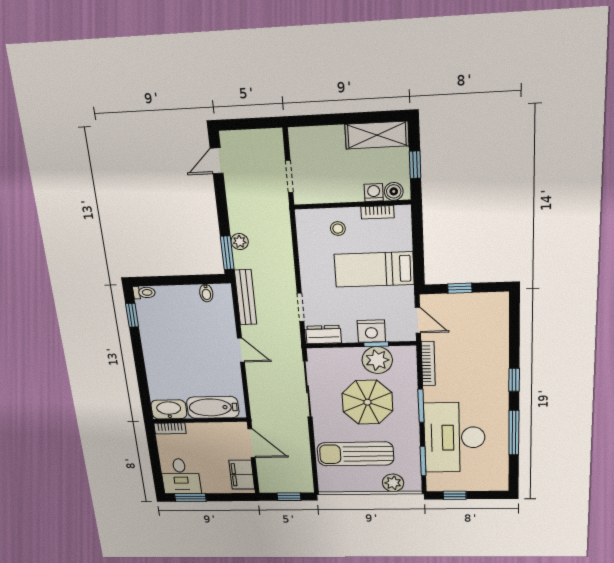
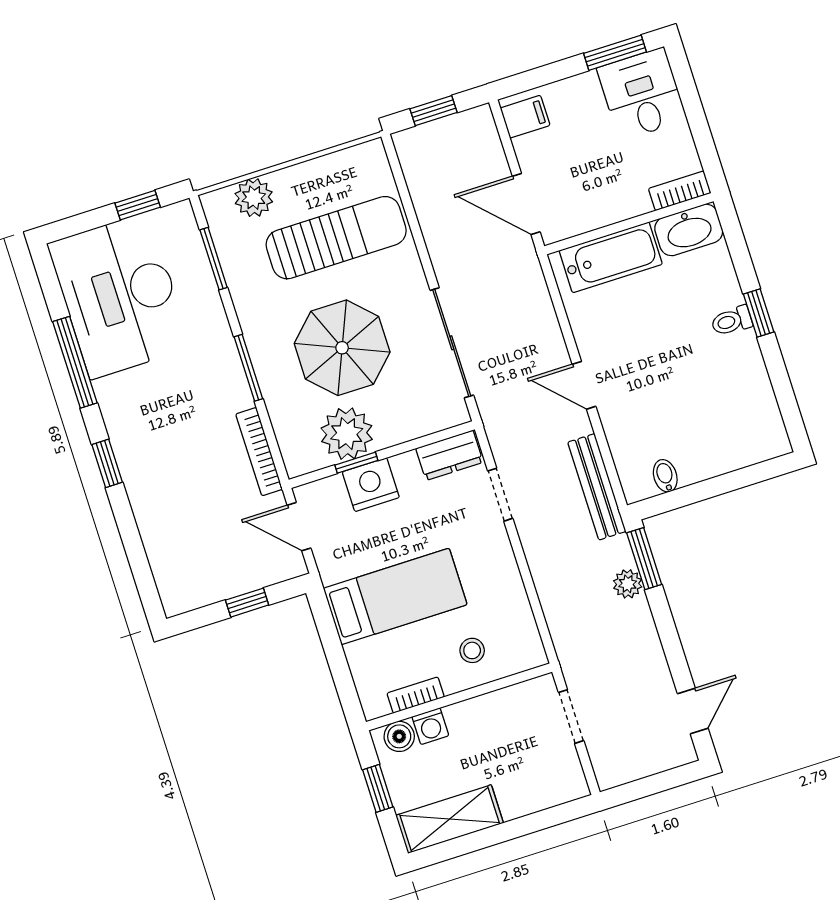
toilet: (144, 293) -> (732, 321), moved
window: (132, 315) -> (759, 313), moved
desk: (454, 438) -> (119, 296), moved, turned 180
filing cabinet: (242, 475) -> (525, 117), width x0.50

